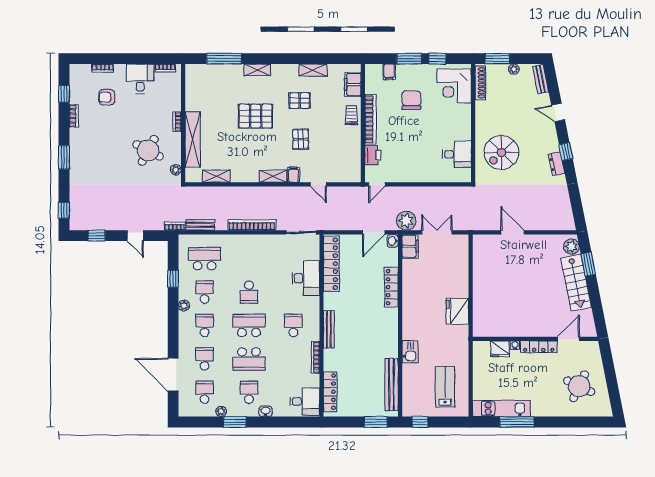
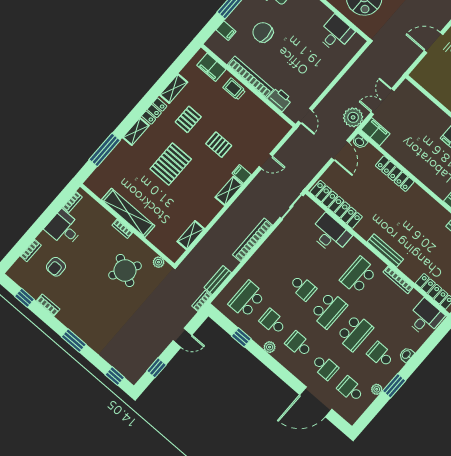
locker: (284, 70) -> (154, 111), added
shelving: (193, 140) -> (128, 213), moved
school desk: (249, 325) -> (329, 310), turned 180
school desk: (293, 325) -> (359, 275), width x1.85
school desk: (205, 359) -> (325, 367), turned 180

